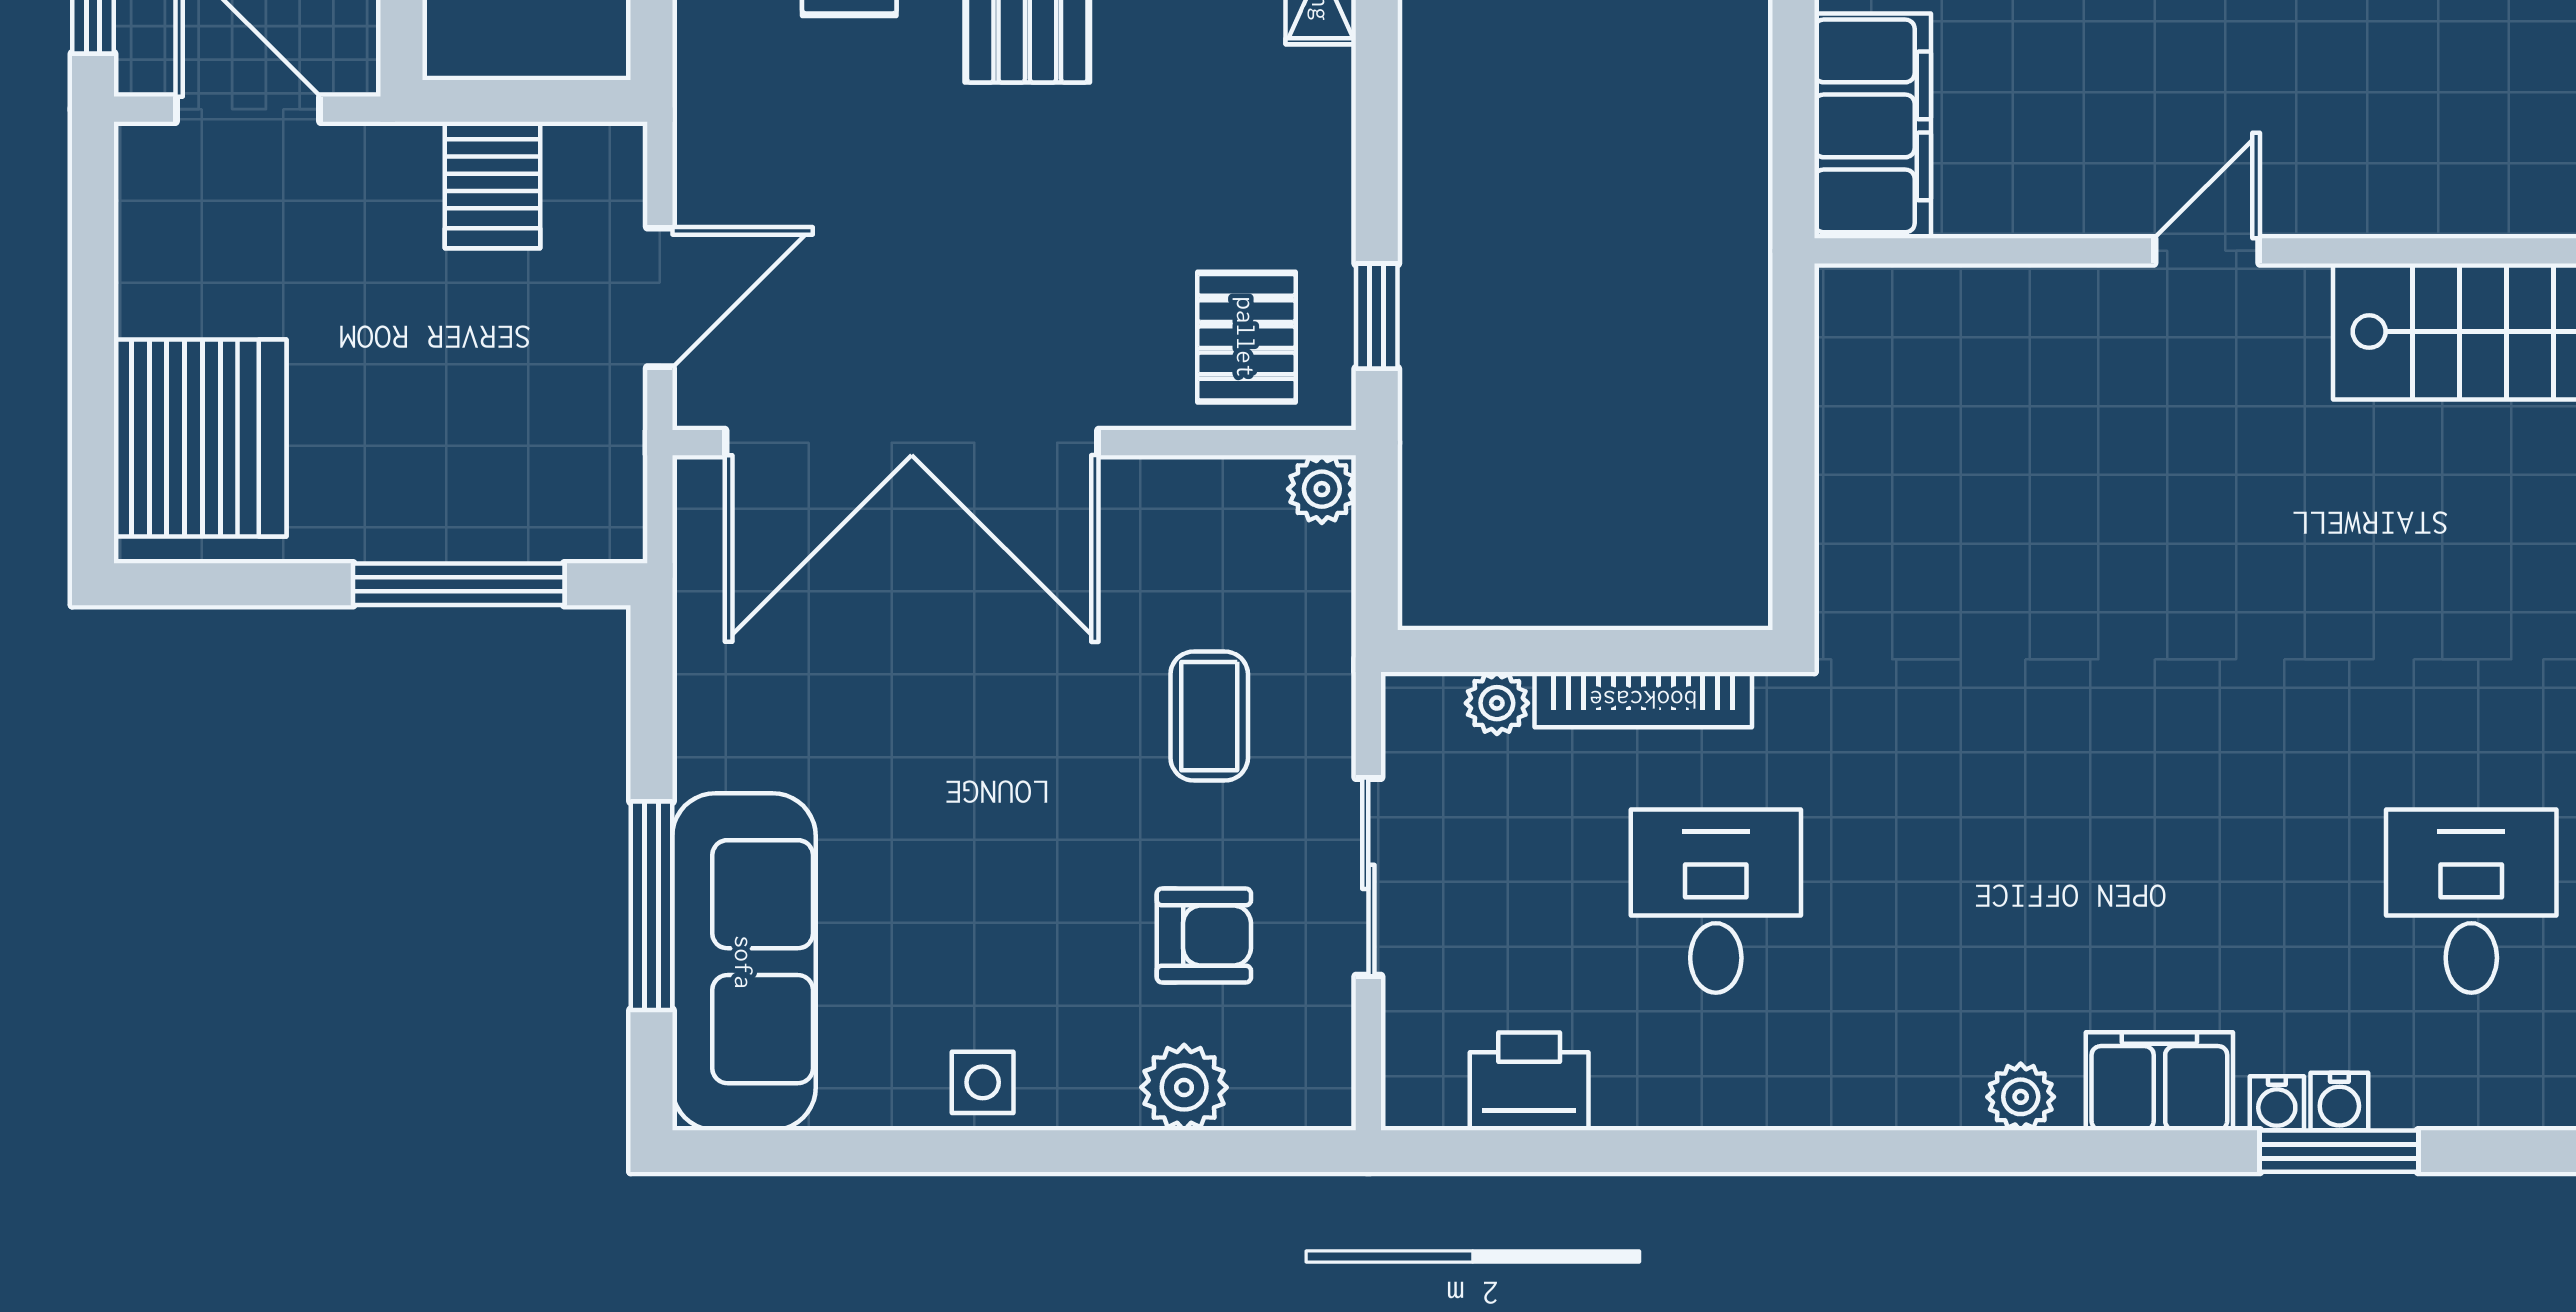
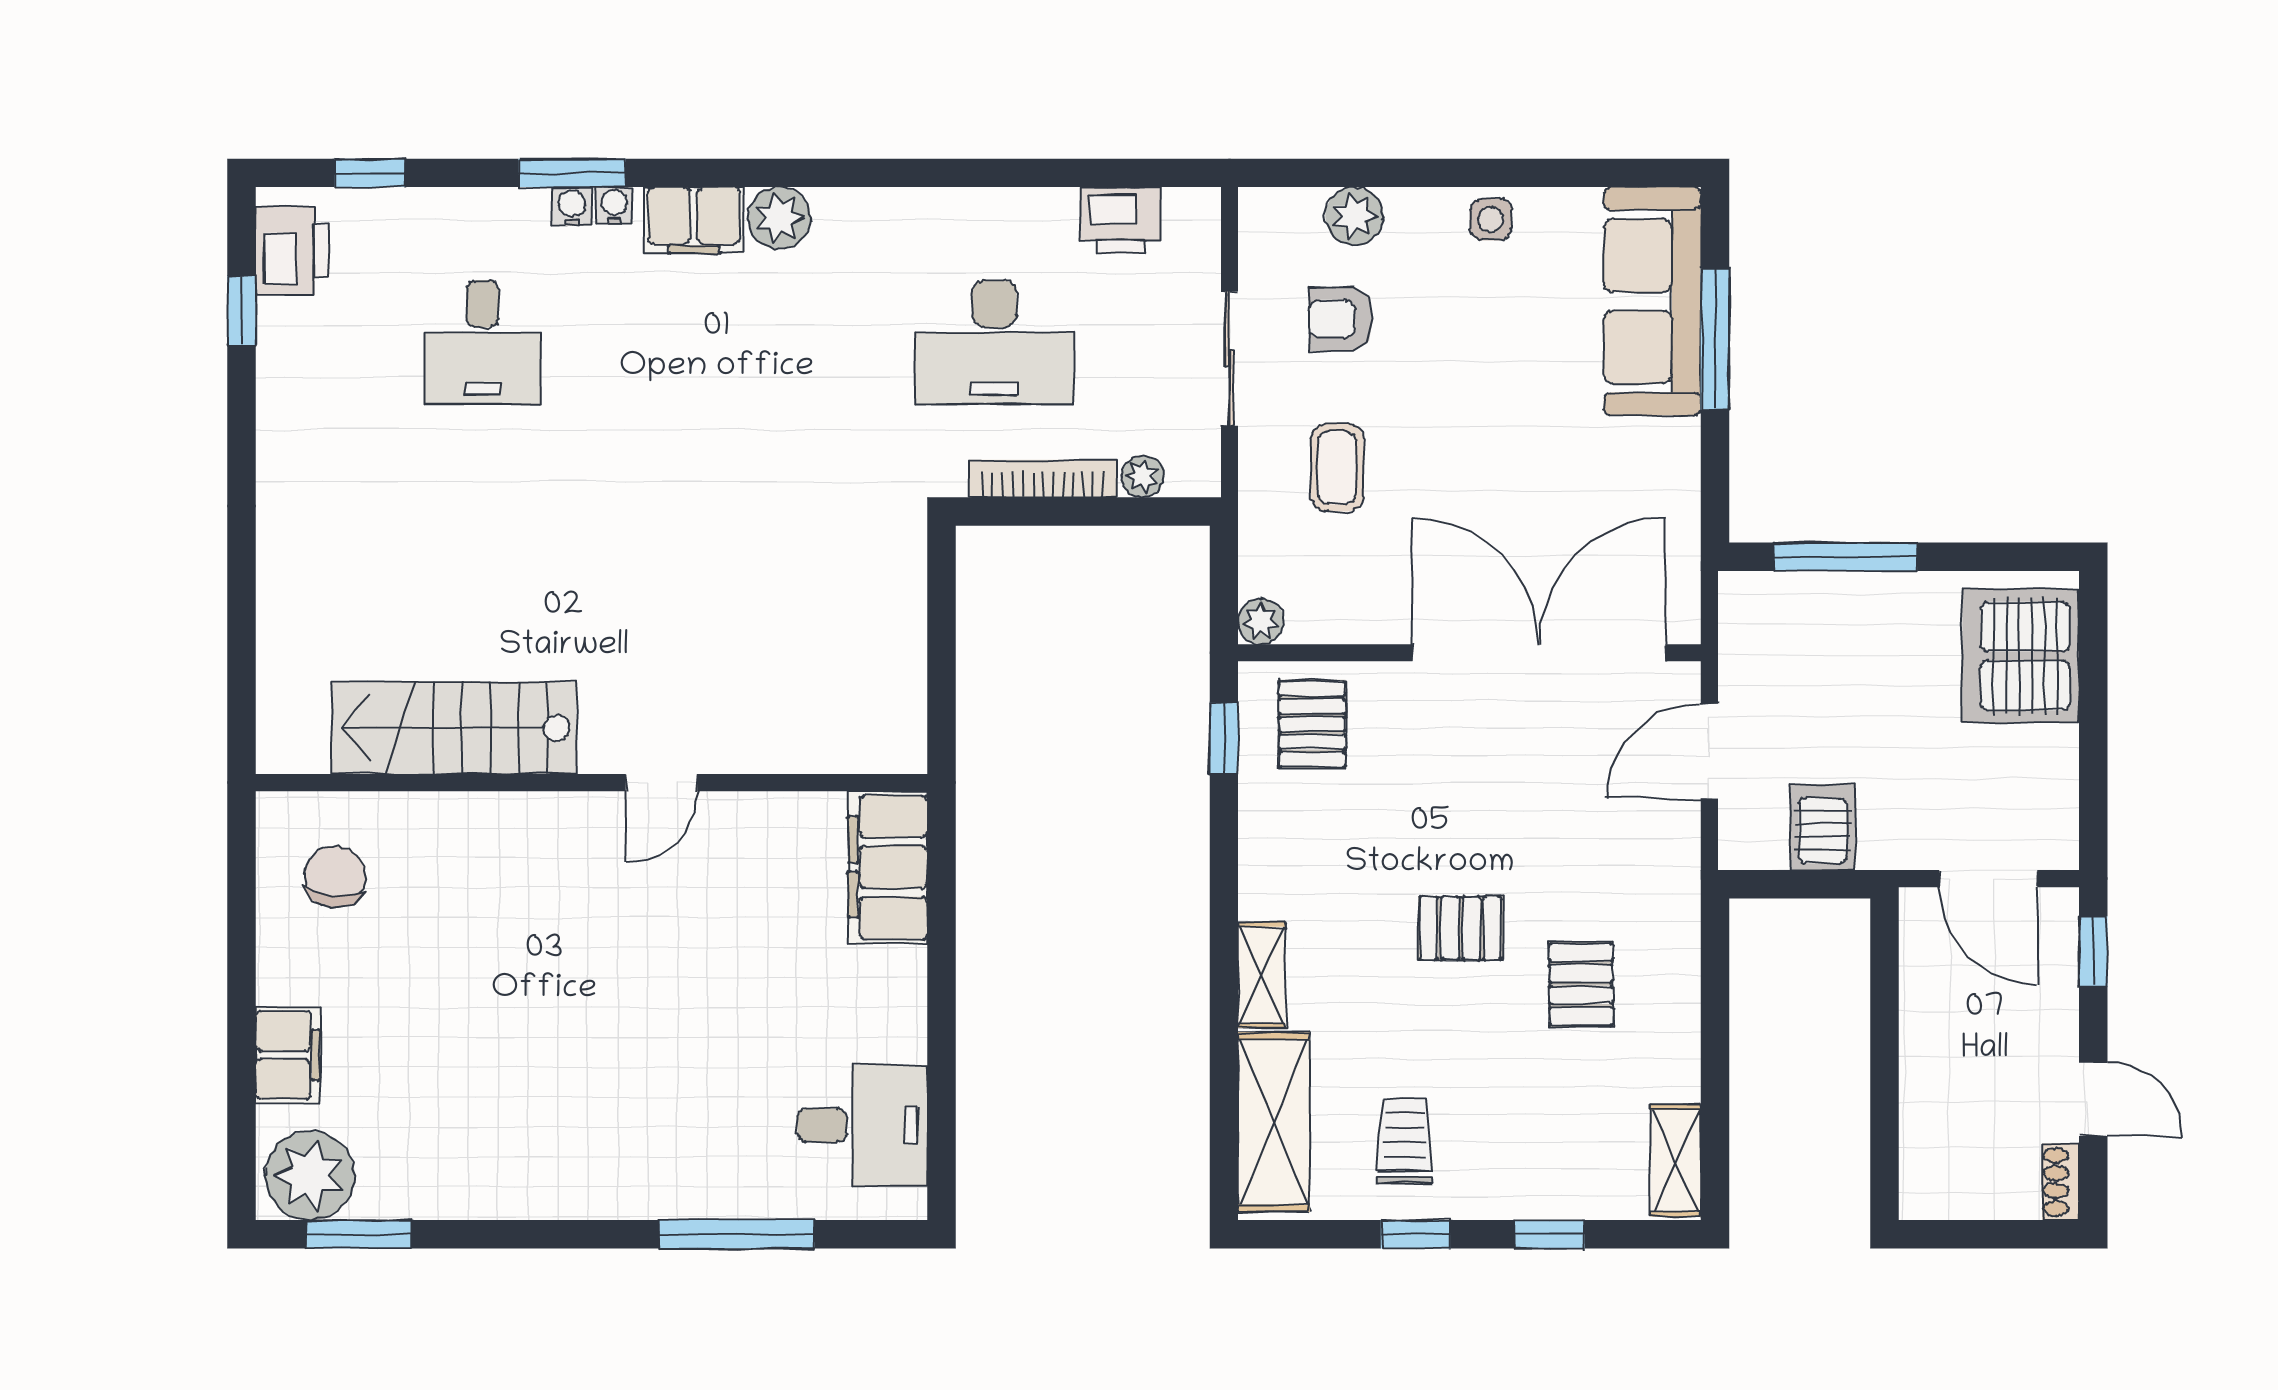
desk: (1716, 901) -> (994, 342), width x1.37
plant: (2021, 1097) -> (779, 218), width x1.38, depth x1.38

